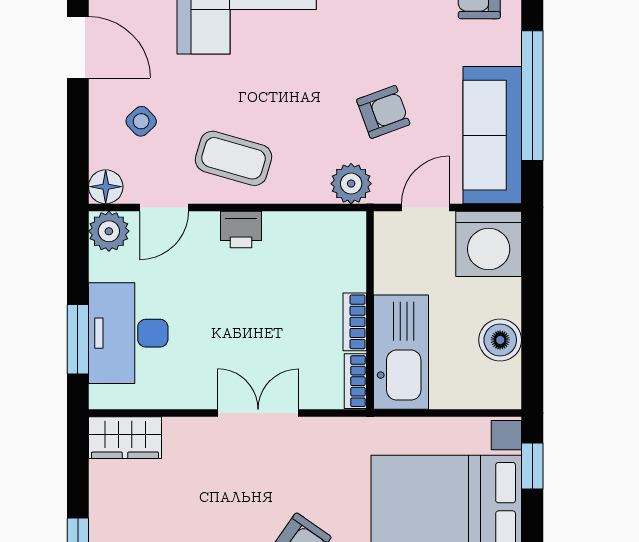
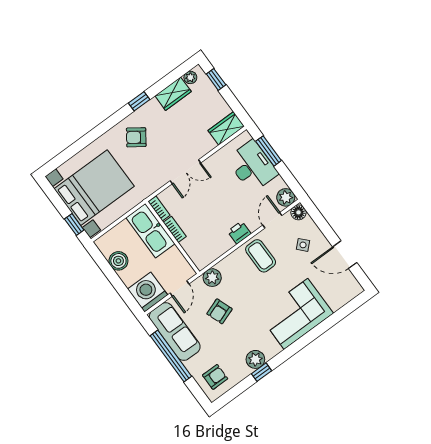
coffee table: (234, 158) -> (261, 256), turned 74

